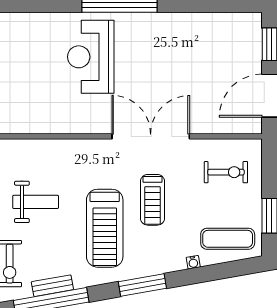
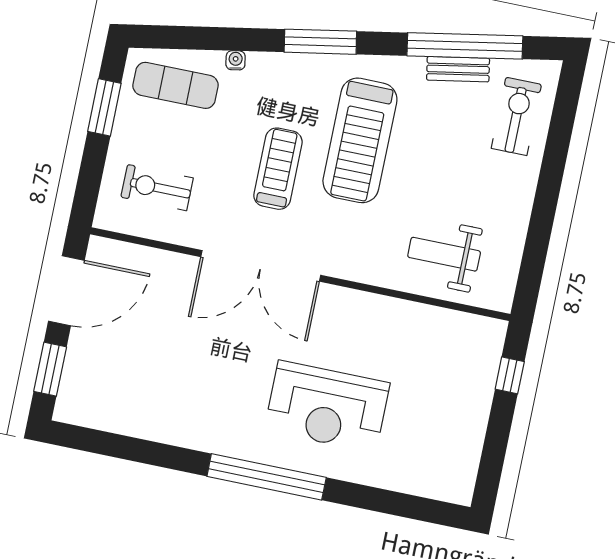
reception desk: (91, 57) -> (327, 407), turned 90
weight bench: (36, 202) -> (444, 254), moved
treadmill: (105, 228) -> (360, 140), turned 180

